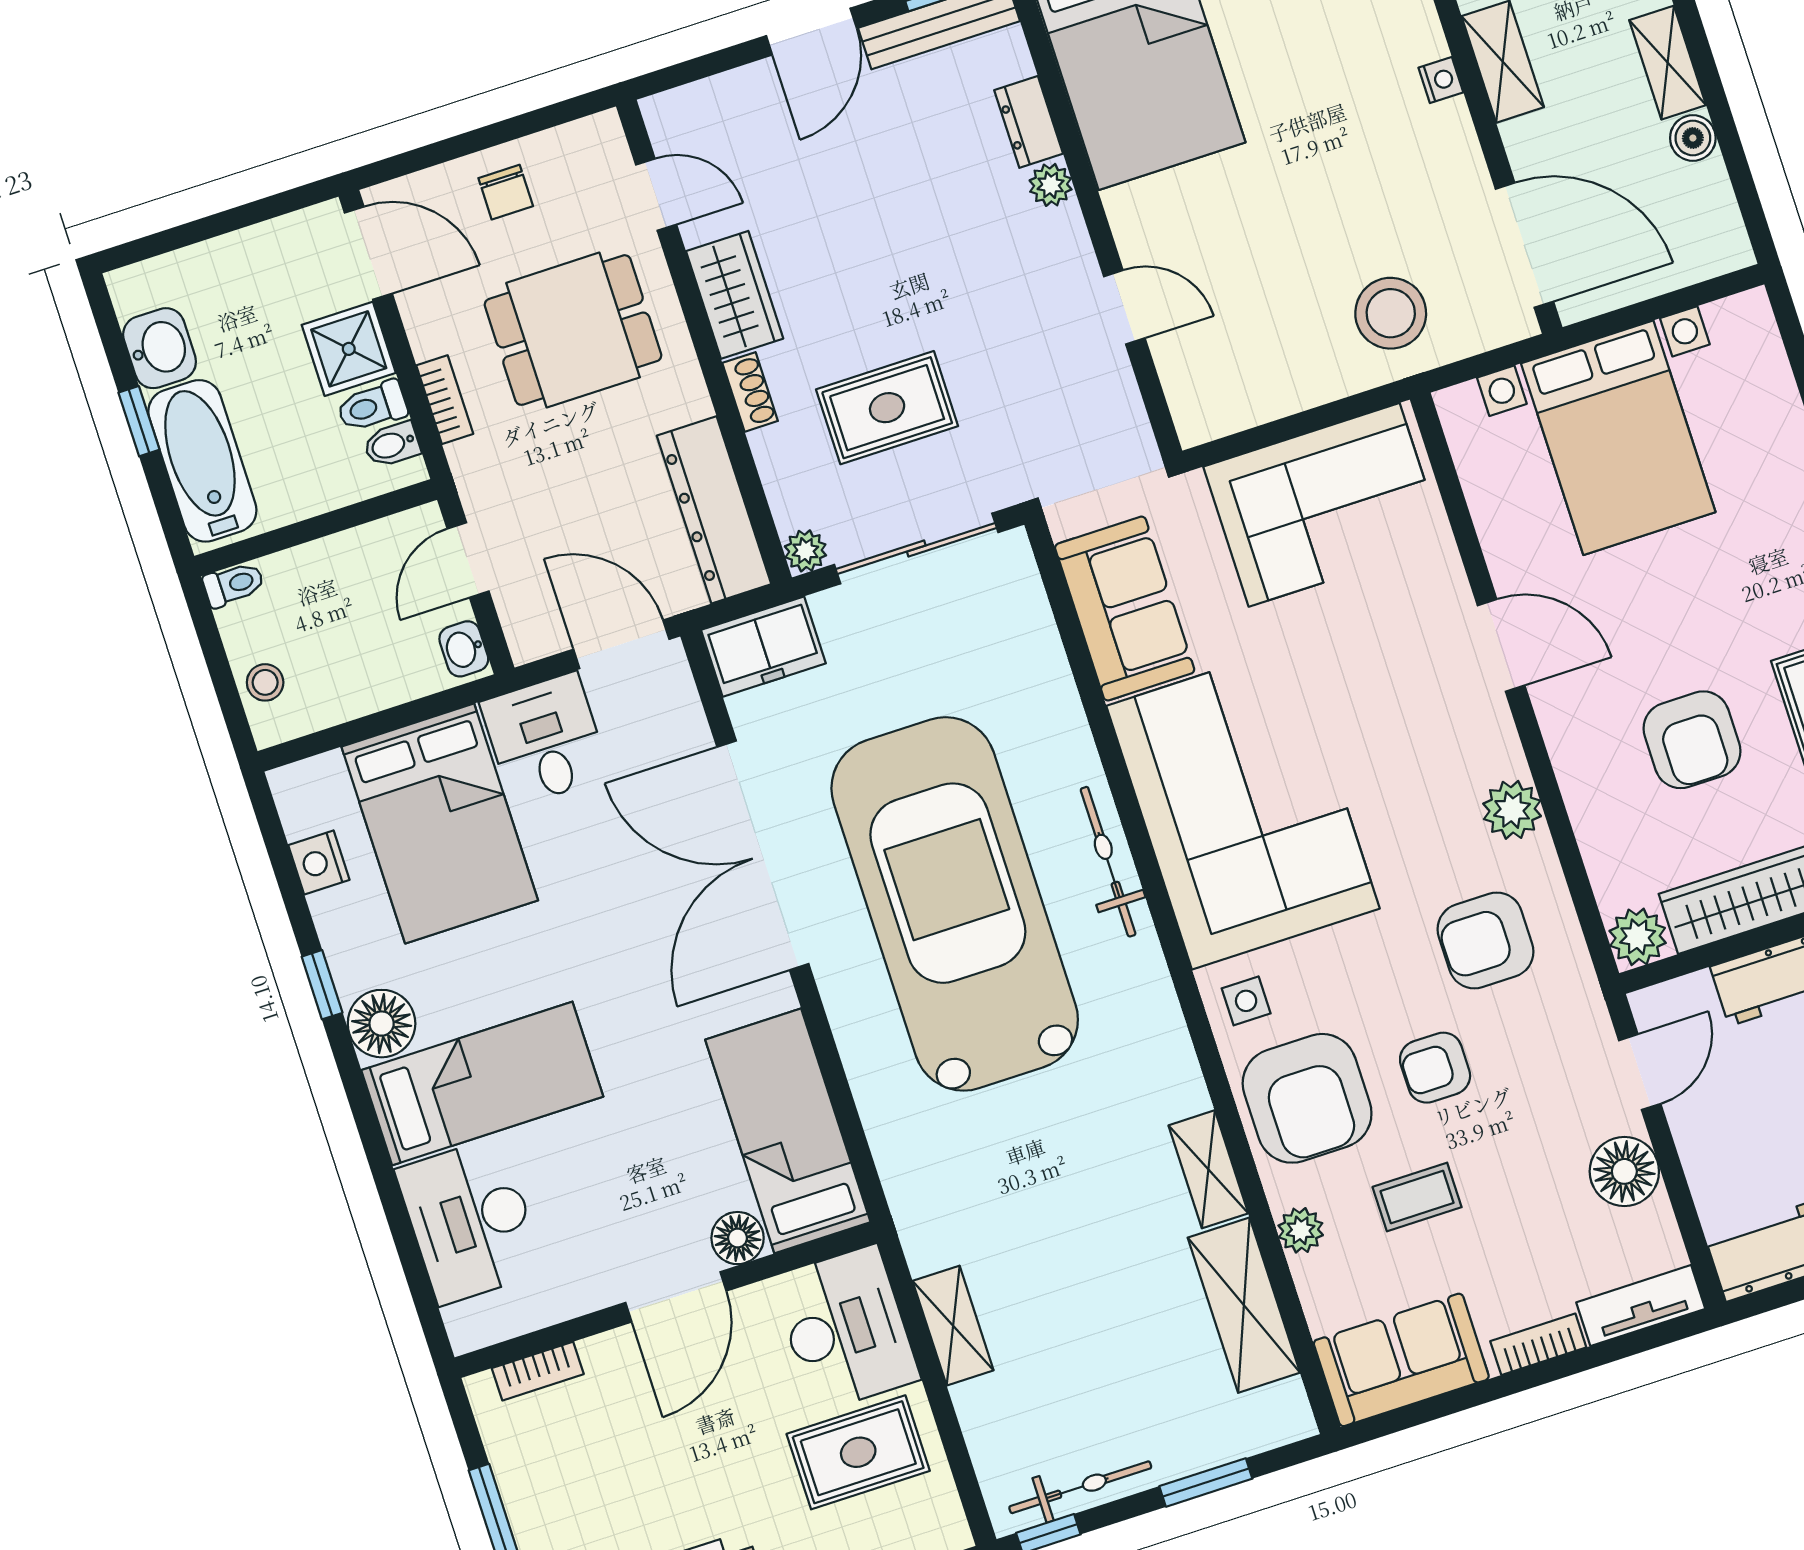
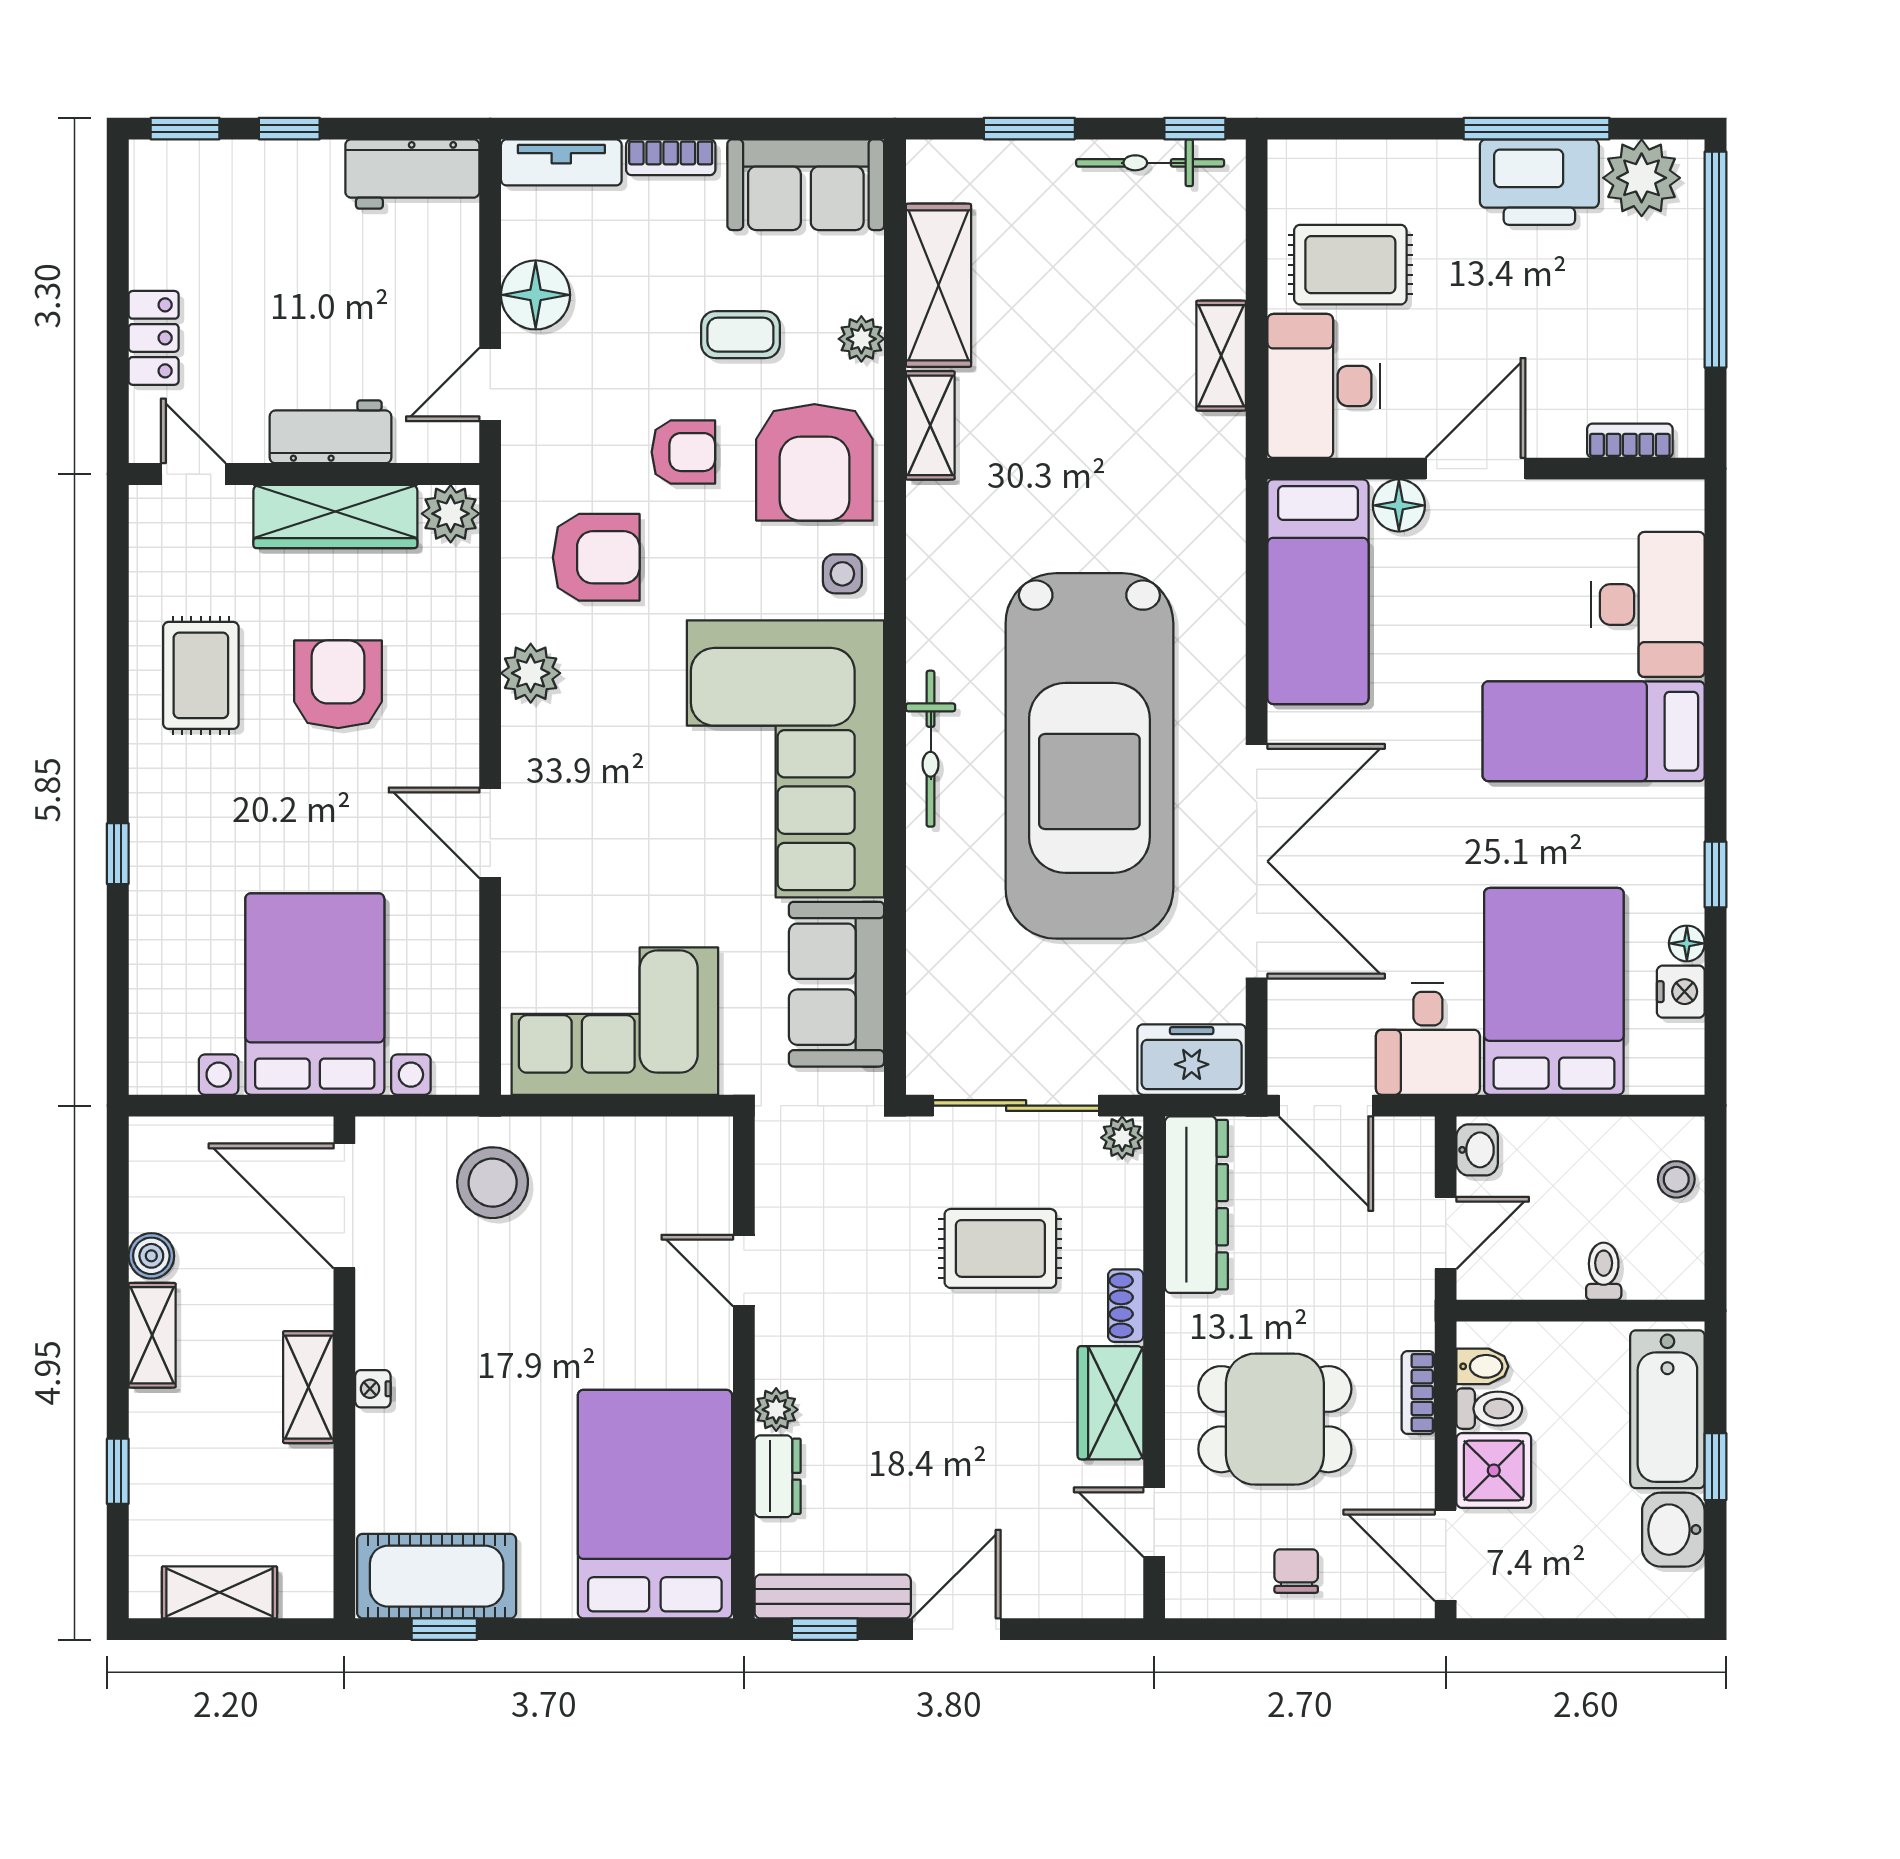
toilet: (234, 584) -> (1604, 1271), moved, turned 90
floor lamp: (382, 1024) -> (1687, 943), moved, width x0.53, depth x0.53
armchair: (1307, 1098) -> (814, 462), turned 180

